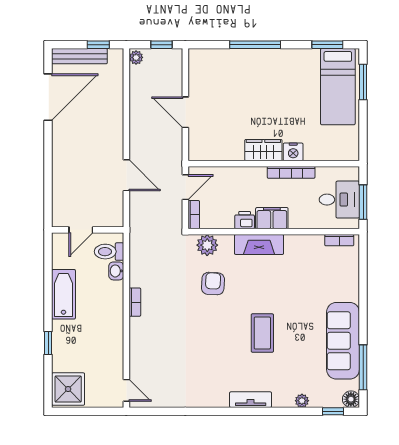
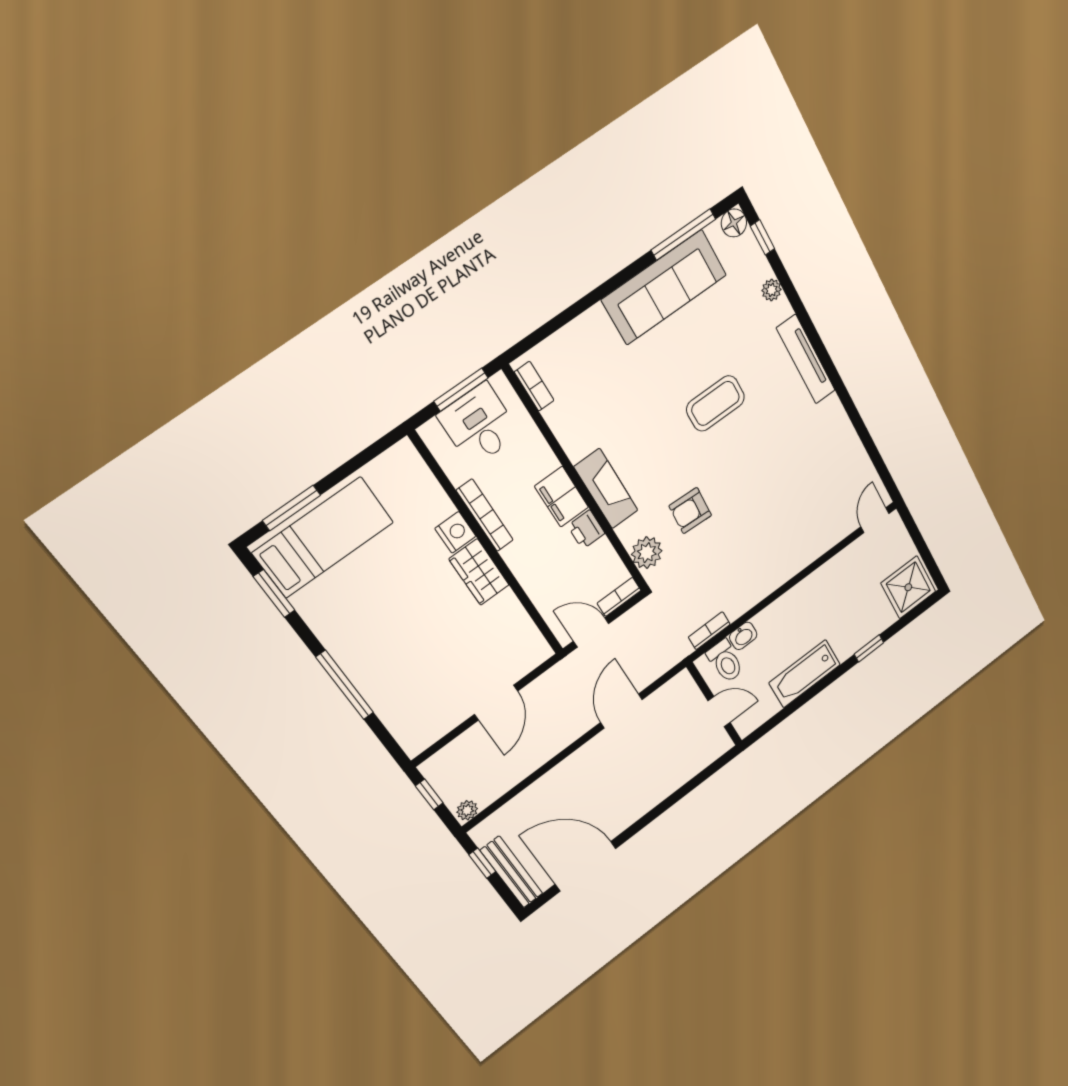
bookcase: (135, 302) -> (709, 631), moved
tv unit: (251, 400) -> (806, 359), width x1.41

